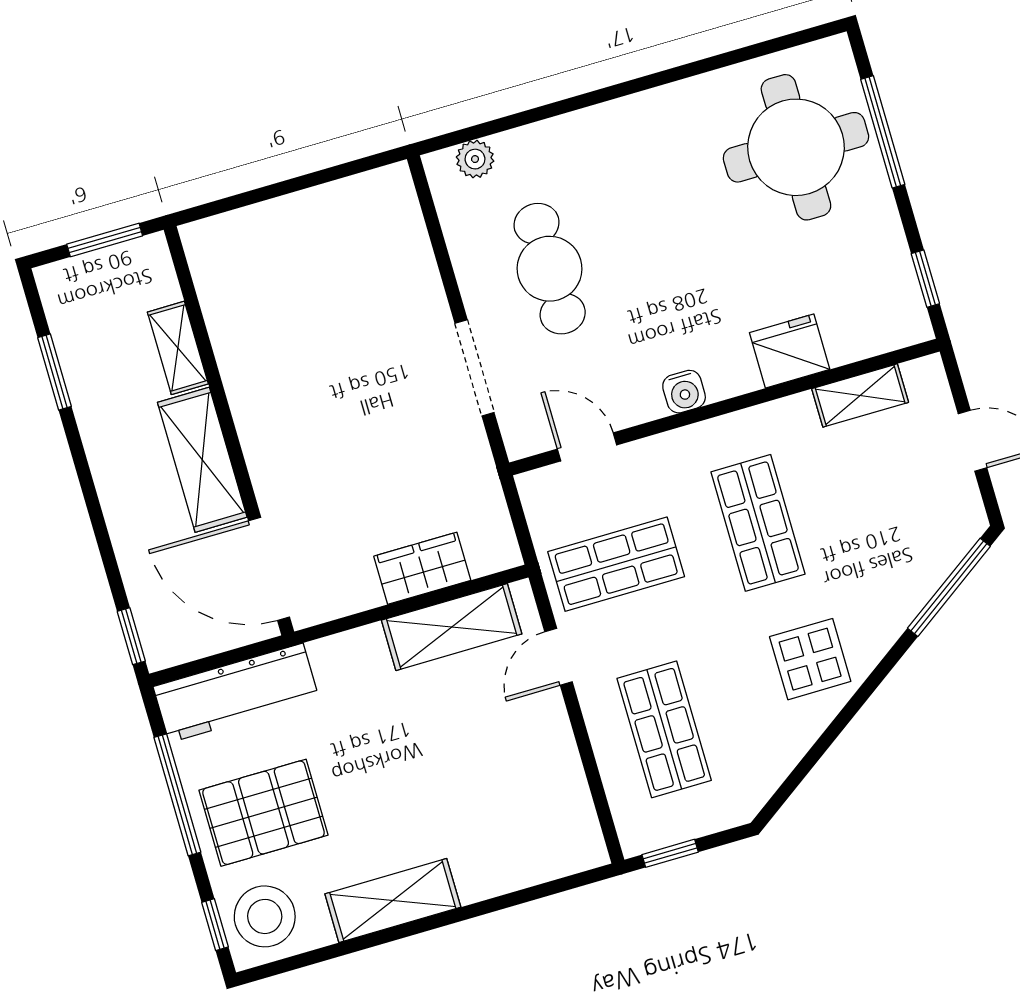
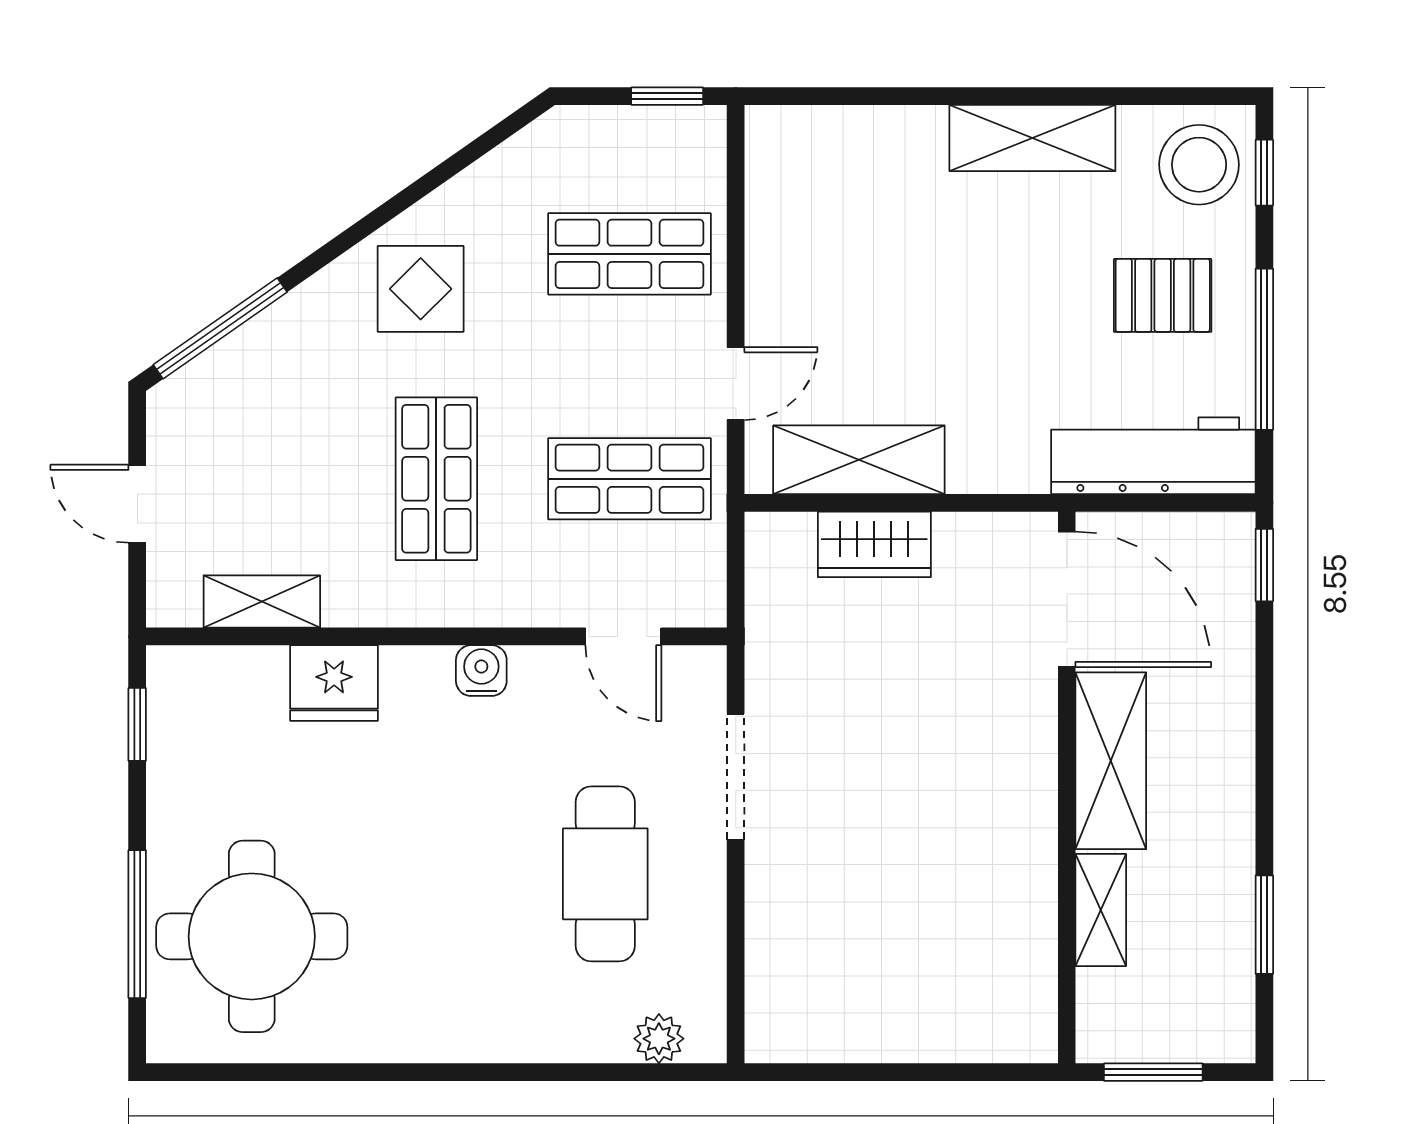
shop shelf: (664, 729) -> (629, 254), turned 90
pallet: (264, 813) -> (1163, 295), width x0.67, depth x0.71

